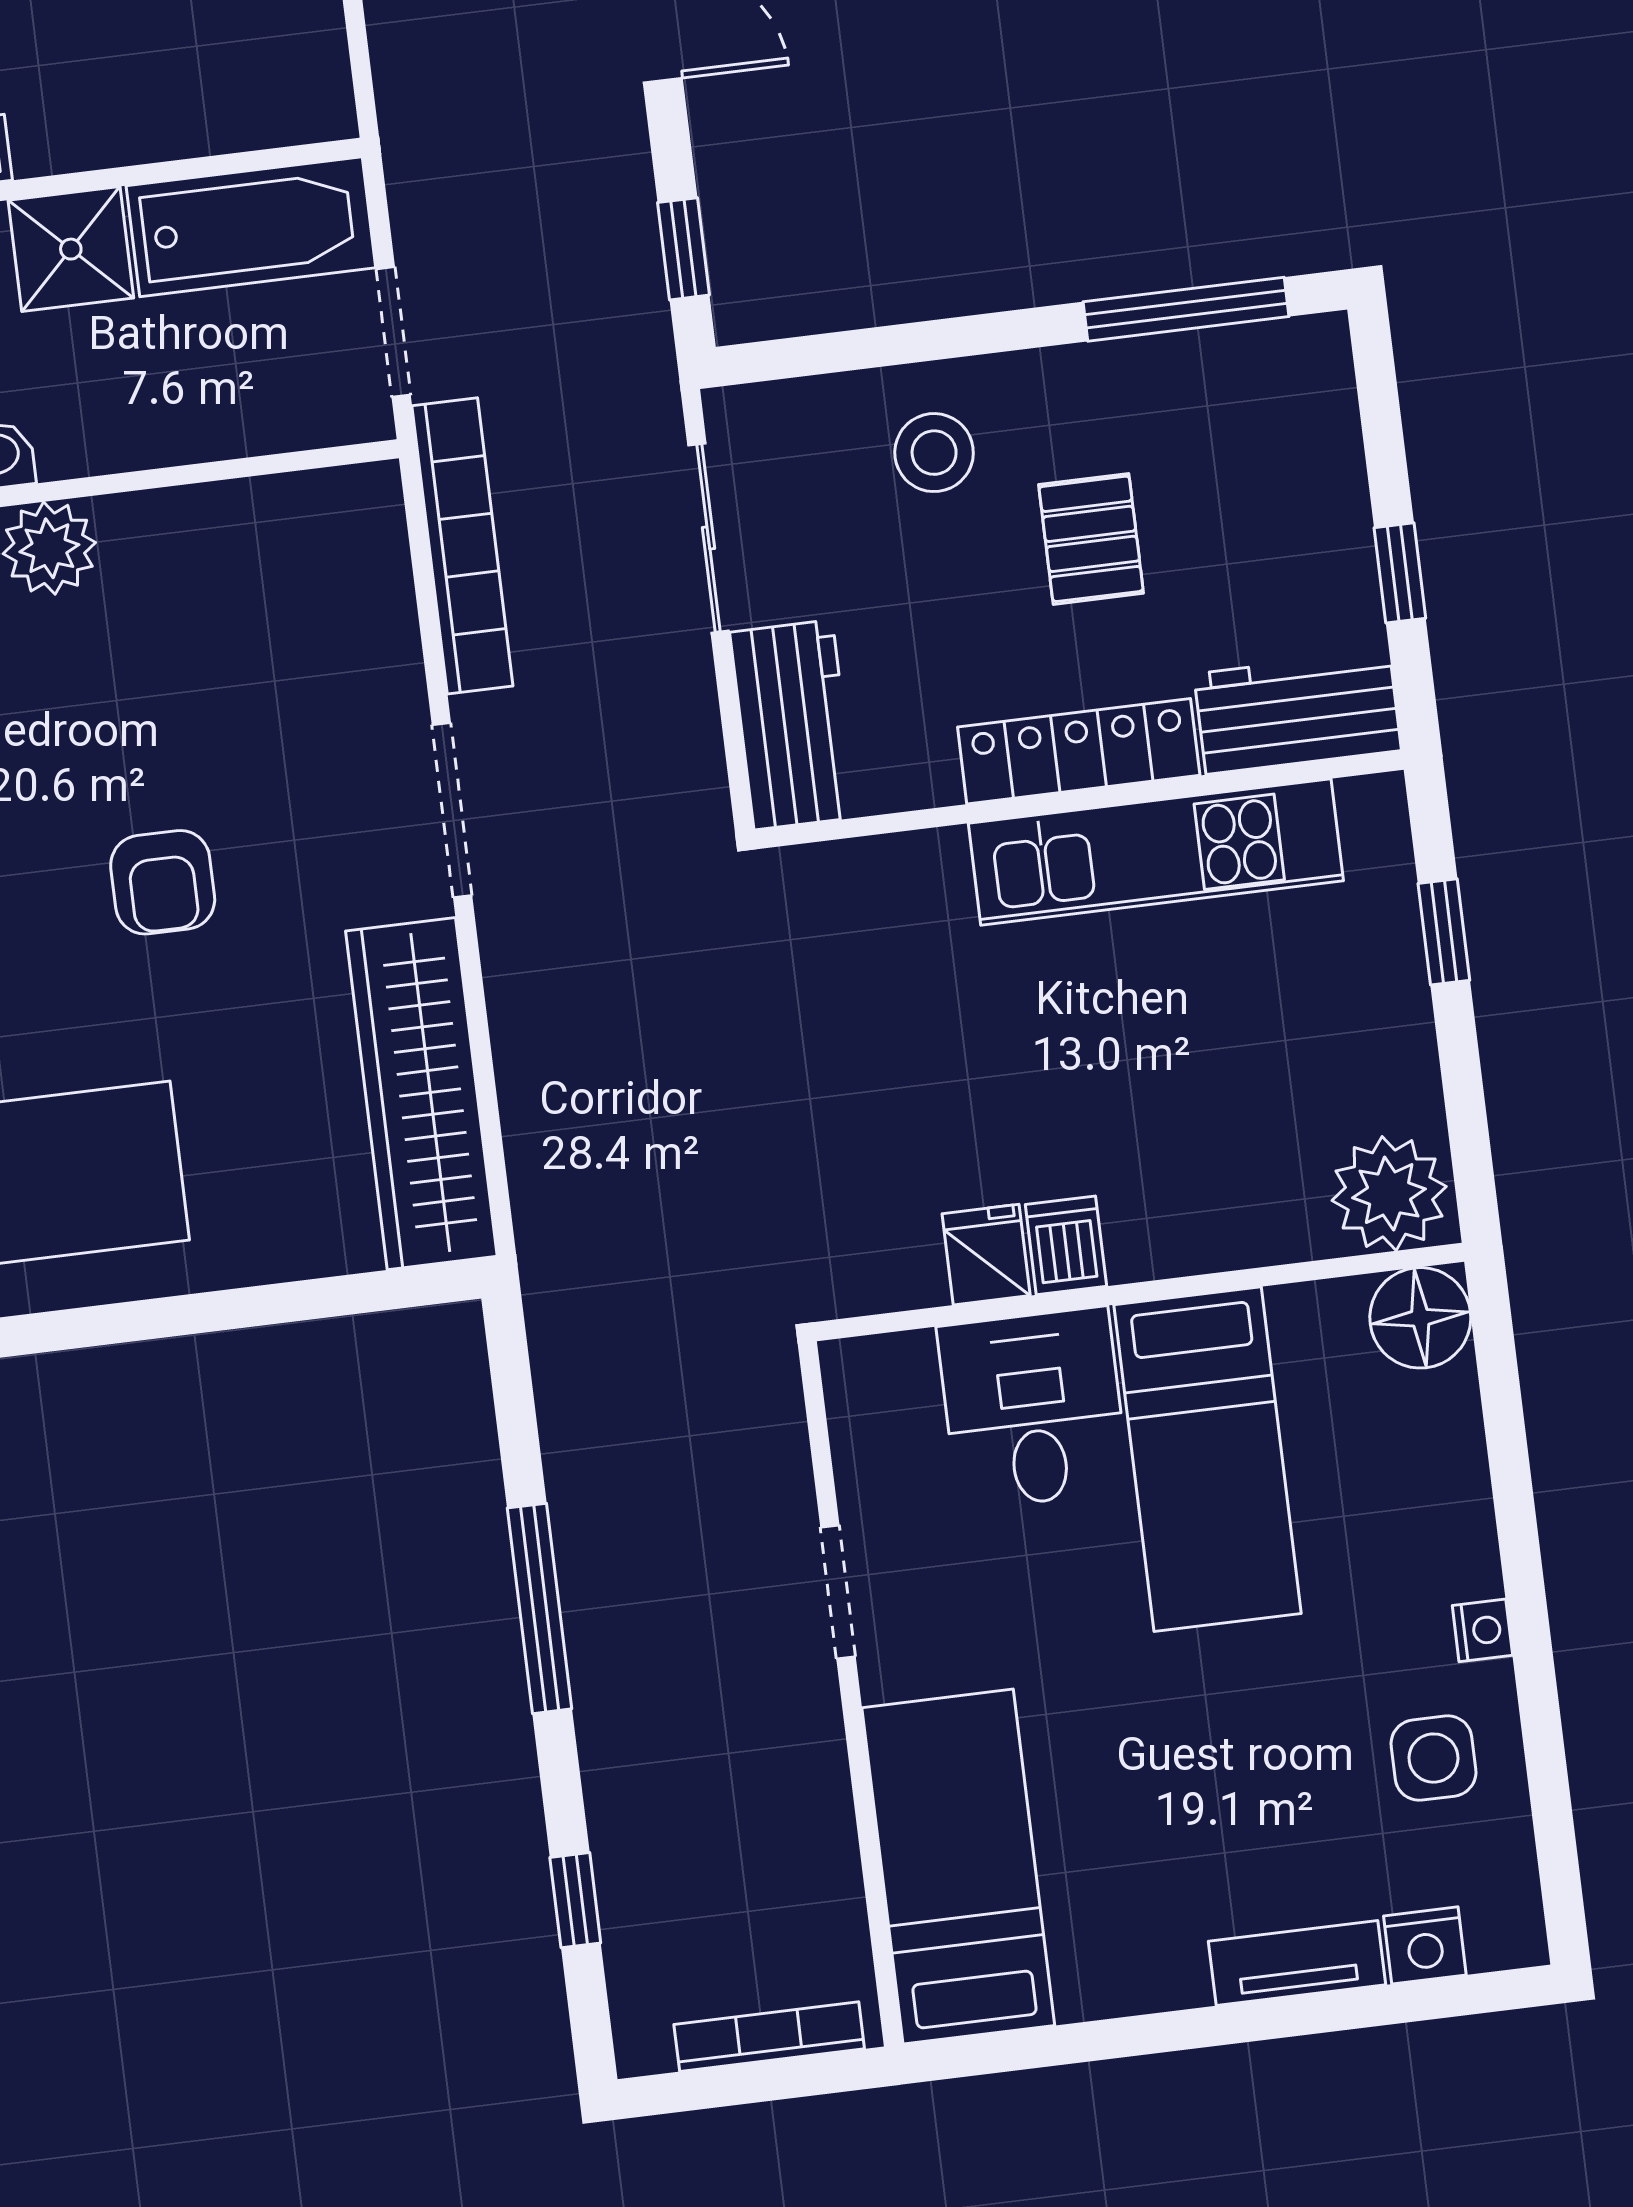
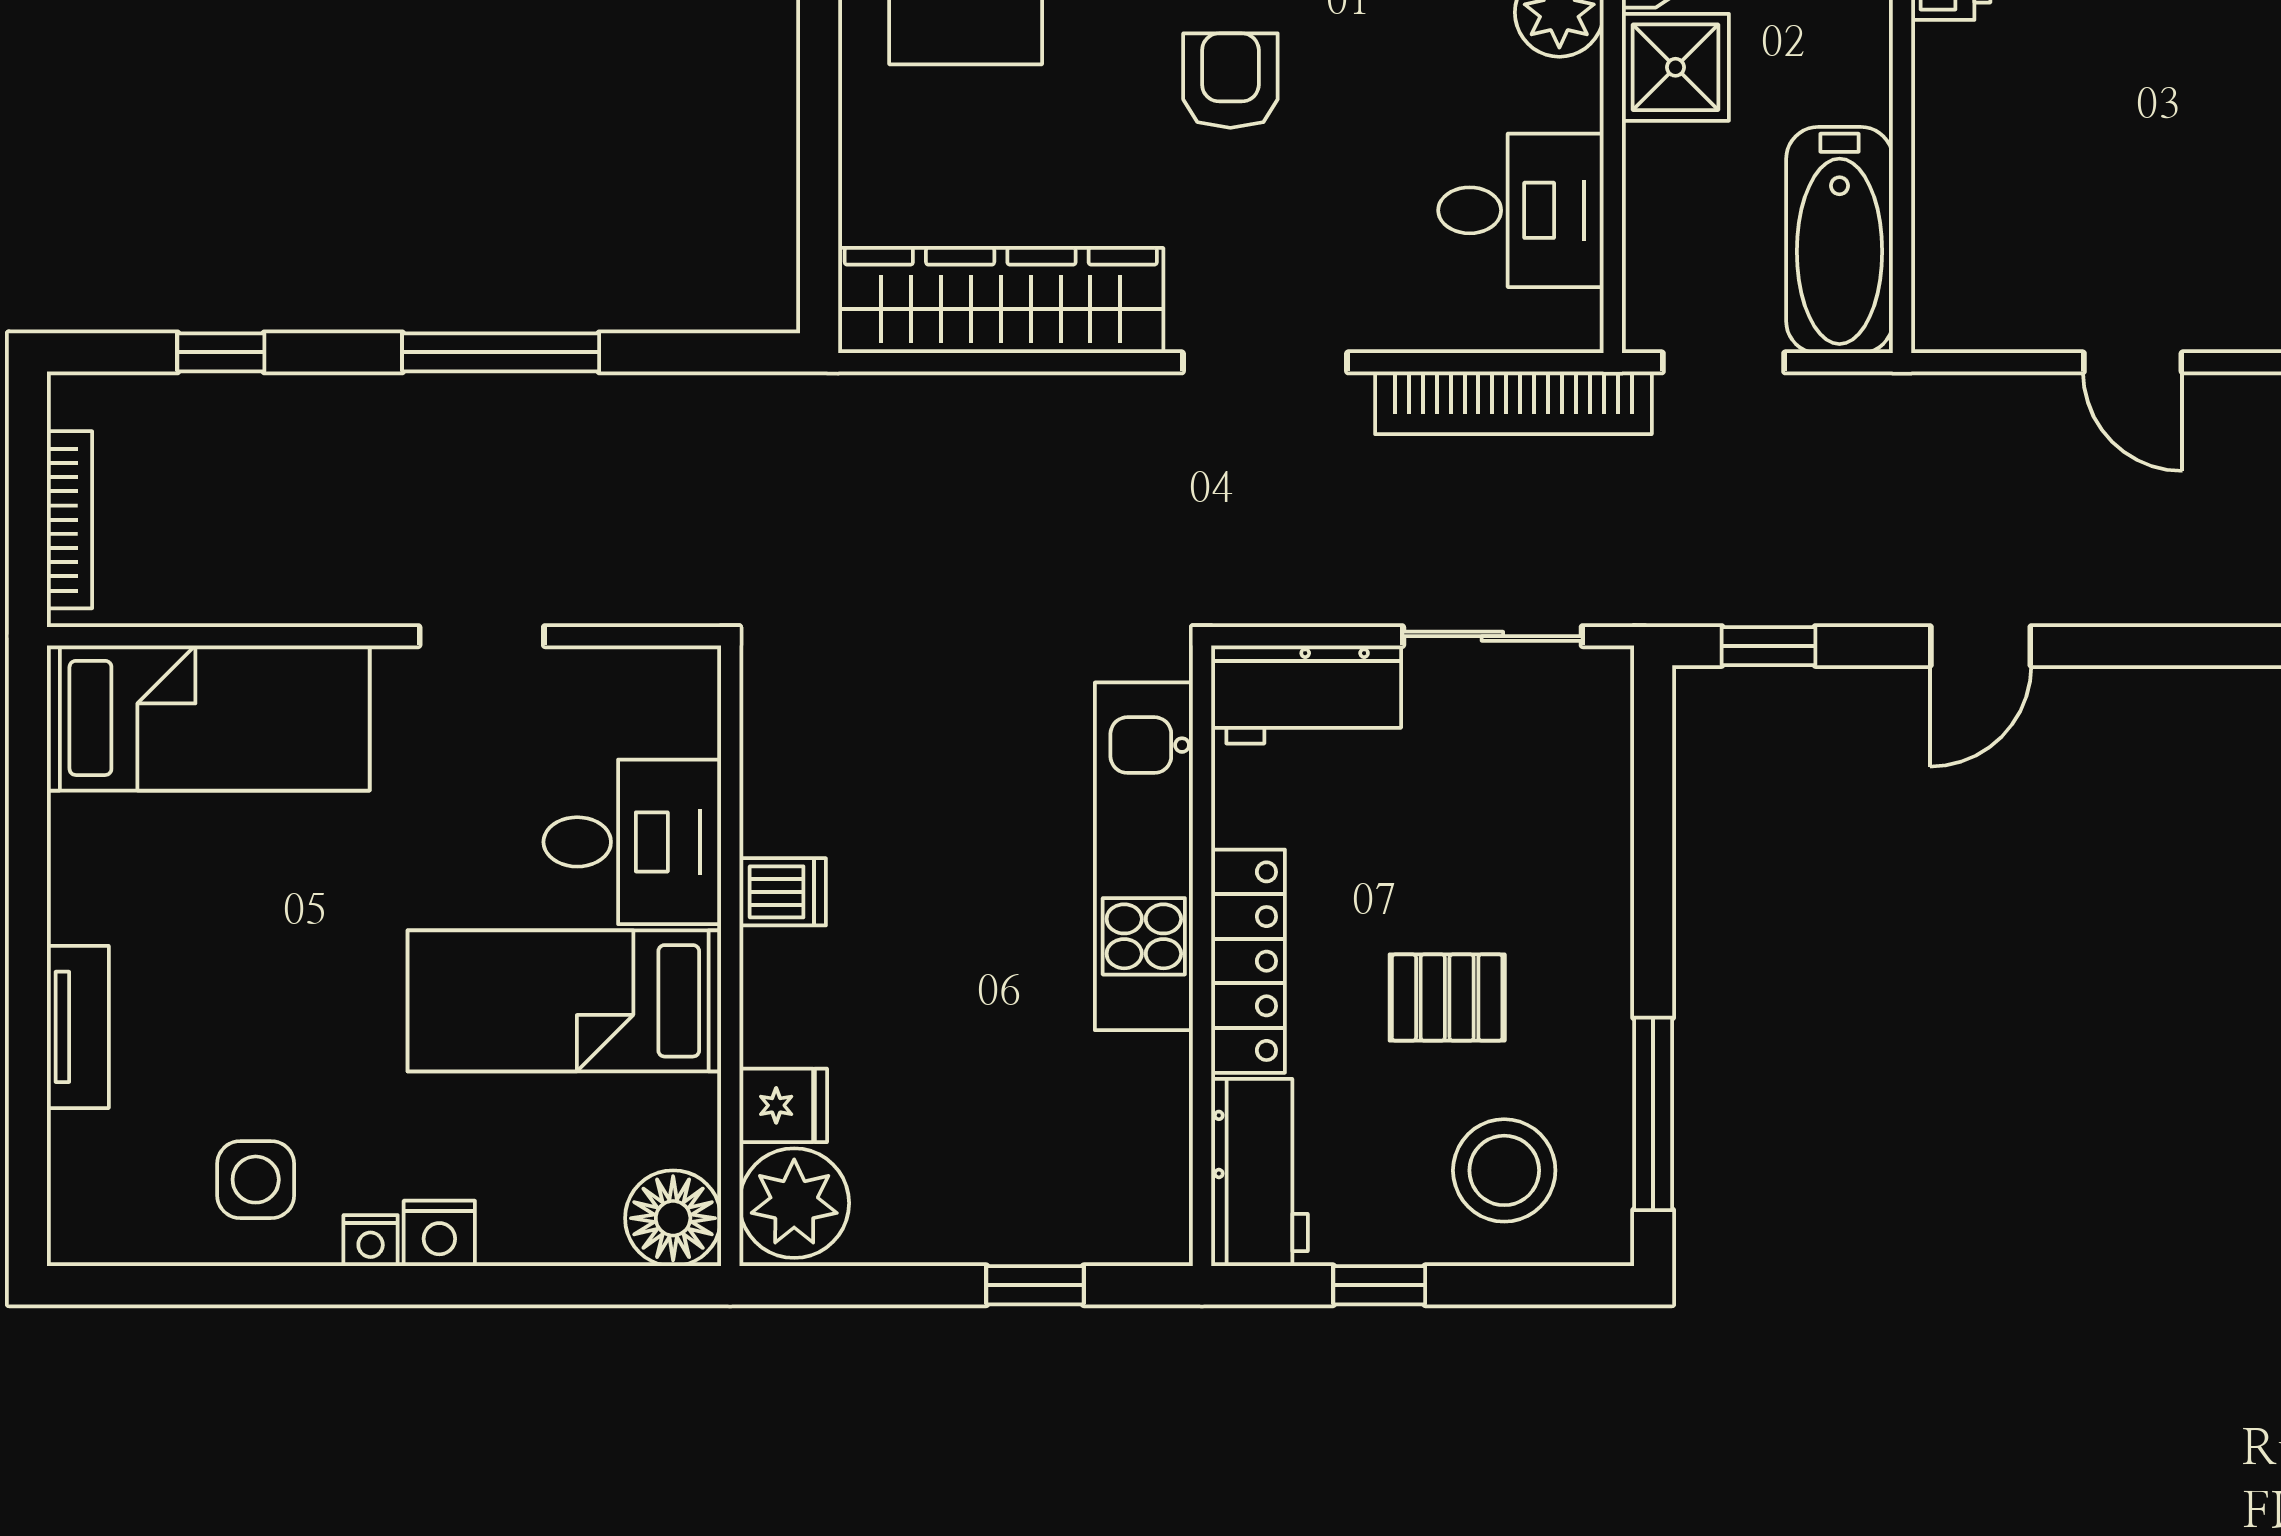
shower: (71, 249) -> (1675, 67), moved
stool: (934, 453) -> (1504, 1170), moved, width x1.38, depth x1.38
desk: (261, 563) -> (1521, 210), added
kitchen unit: (1156, 852) -> (1144, 856), moved
armchair: (163, 882) -> (1230, 81), turned 90
fridge: (986, 1255) -> (783, 1105), moved
nightstand: (1425, 1945) -> (439, 1233), moved, turned -90

